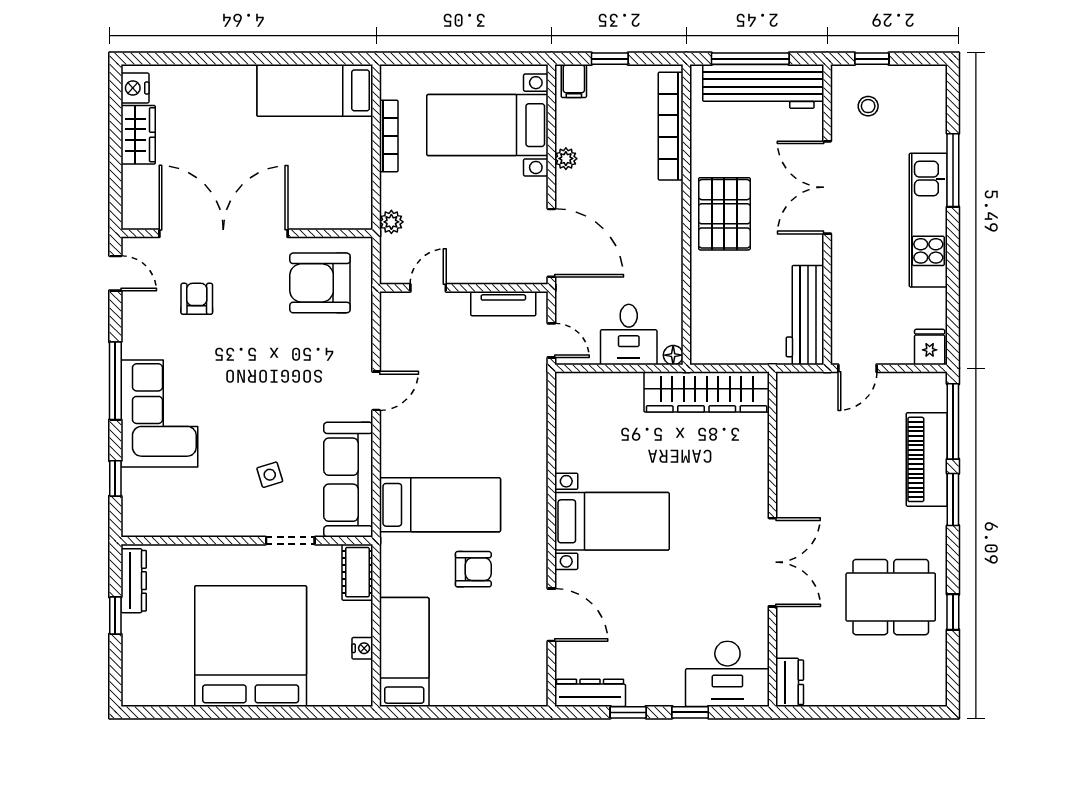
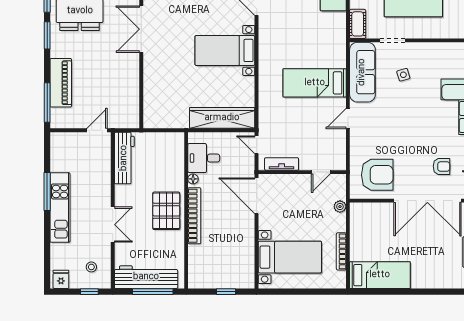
filing cabinet: (574, 81) -> (245, 280), removed
bookcase: (671, 126) -> (194, 216), moved
plant: (566, 159) -> (249, 240), removed
window: (953, 170) -> (47, 191), moved
double door: (827, 187) -> (113, 225), width x0.73
armchair: (197, 299) -> (441, 166), turned -90
desk: (629, 335) -> (204, 158), moved, turned -90
fridge: (930, 347) -> (61, 279), moved, turned 180
floor lamp: (673, 355) -> (193, 179), moved
wardrobe: (707, 392) -> (222, 118), moved
window: (953, 499) -> (47, 35), moved
bed: (440, 505) -> (315, 83), moved
armchair: (473, 569) -> (297, 25), removed

